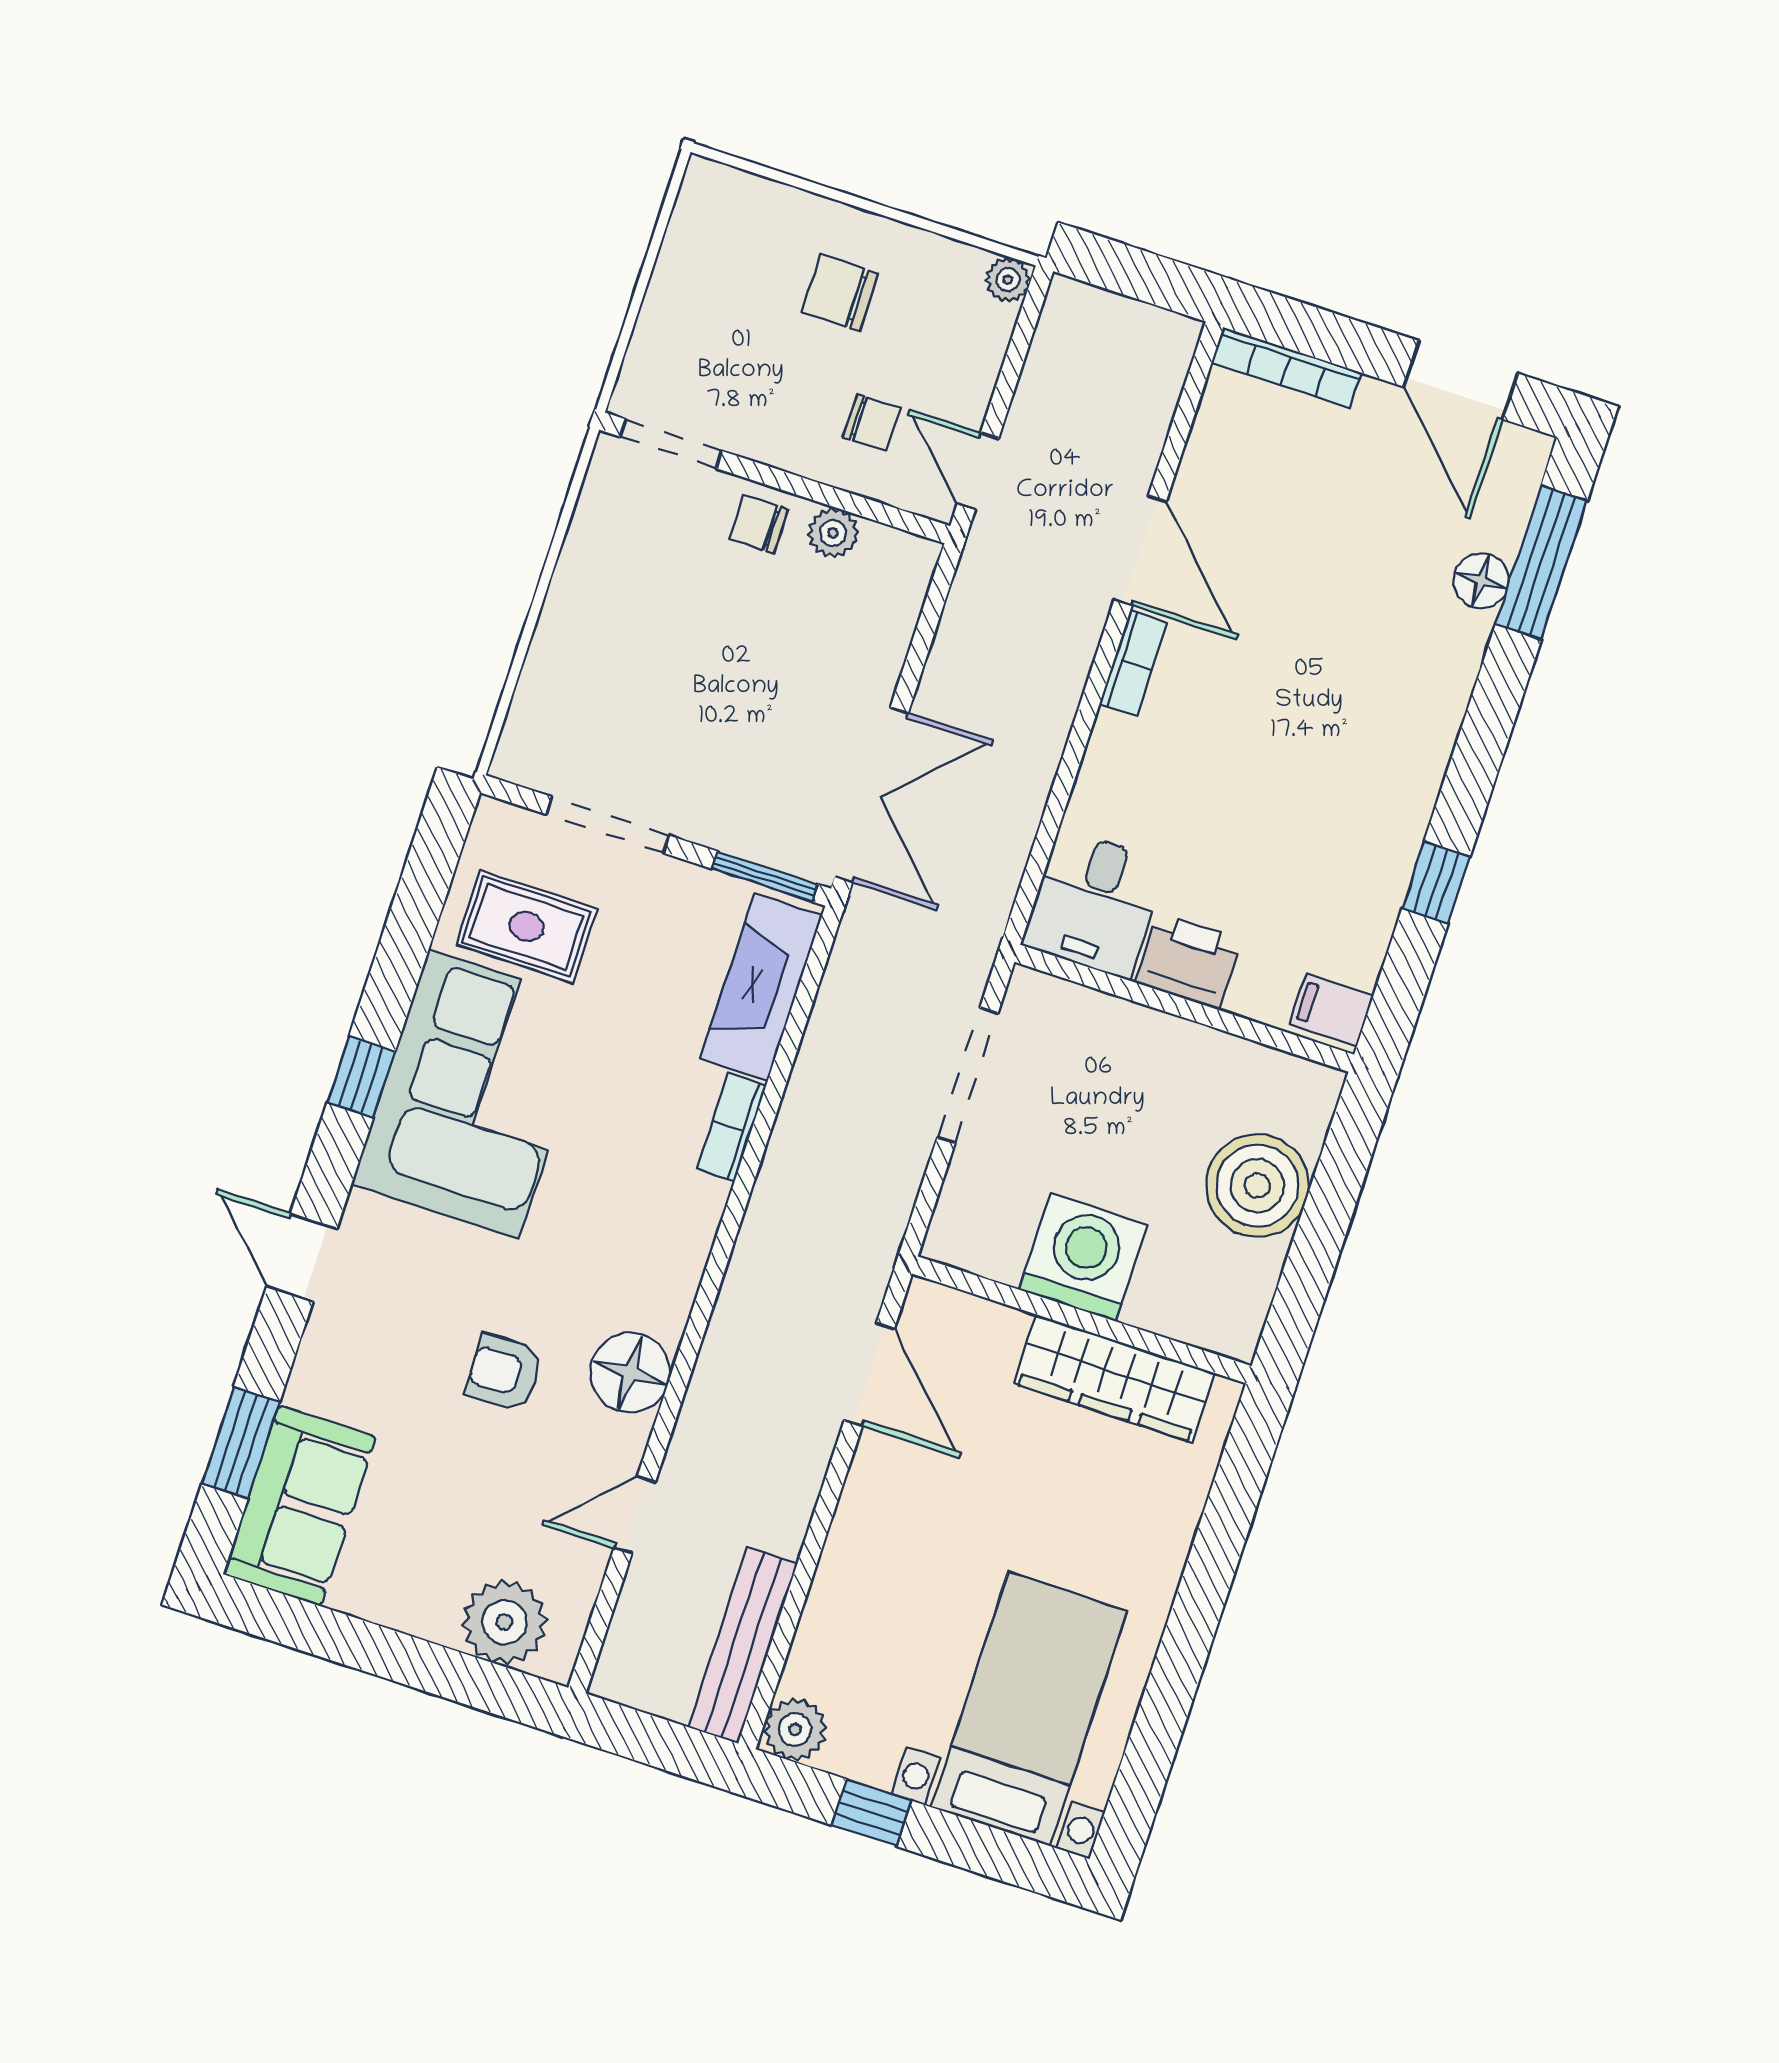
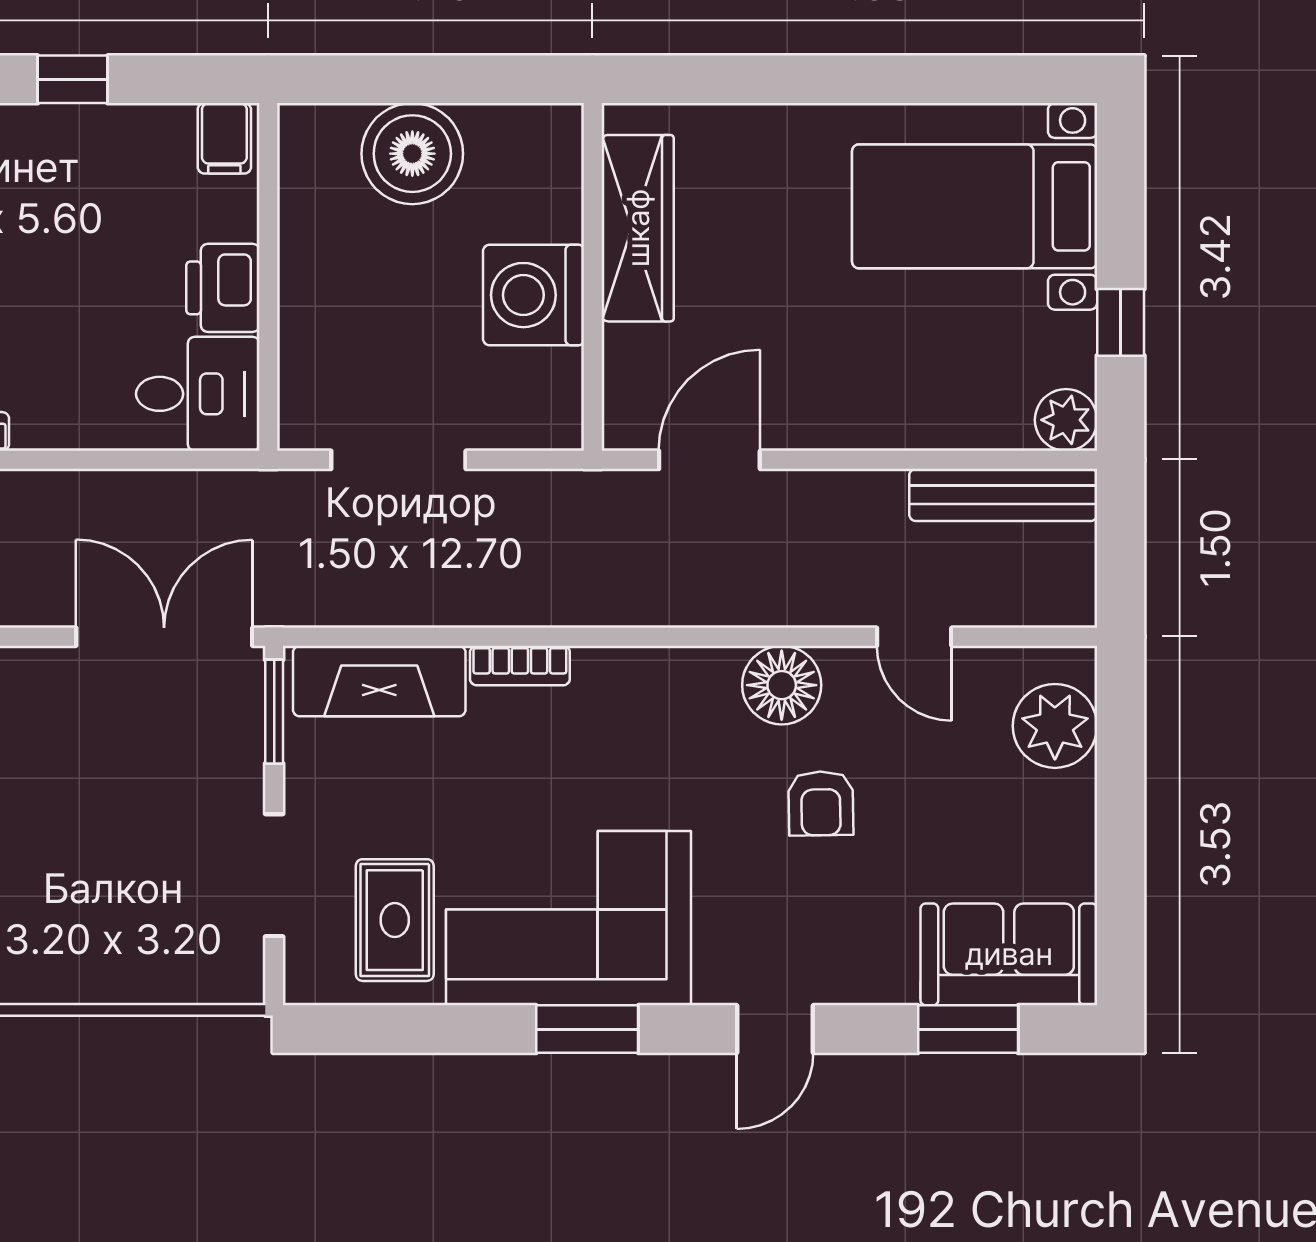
window: (361, 1077) -> (587, 1029), width x1.50

